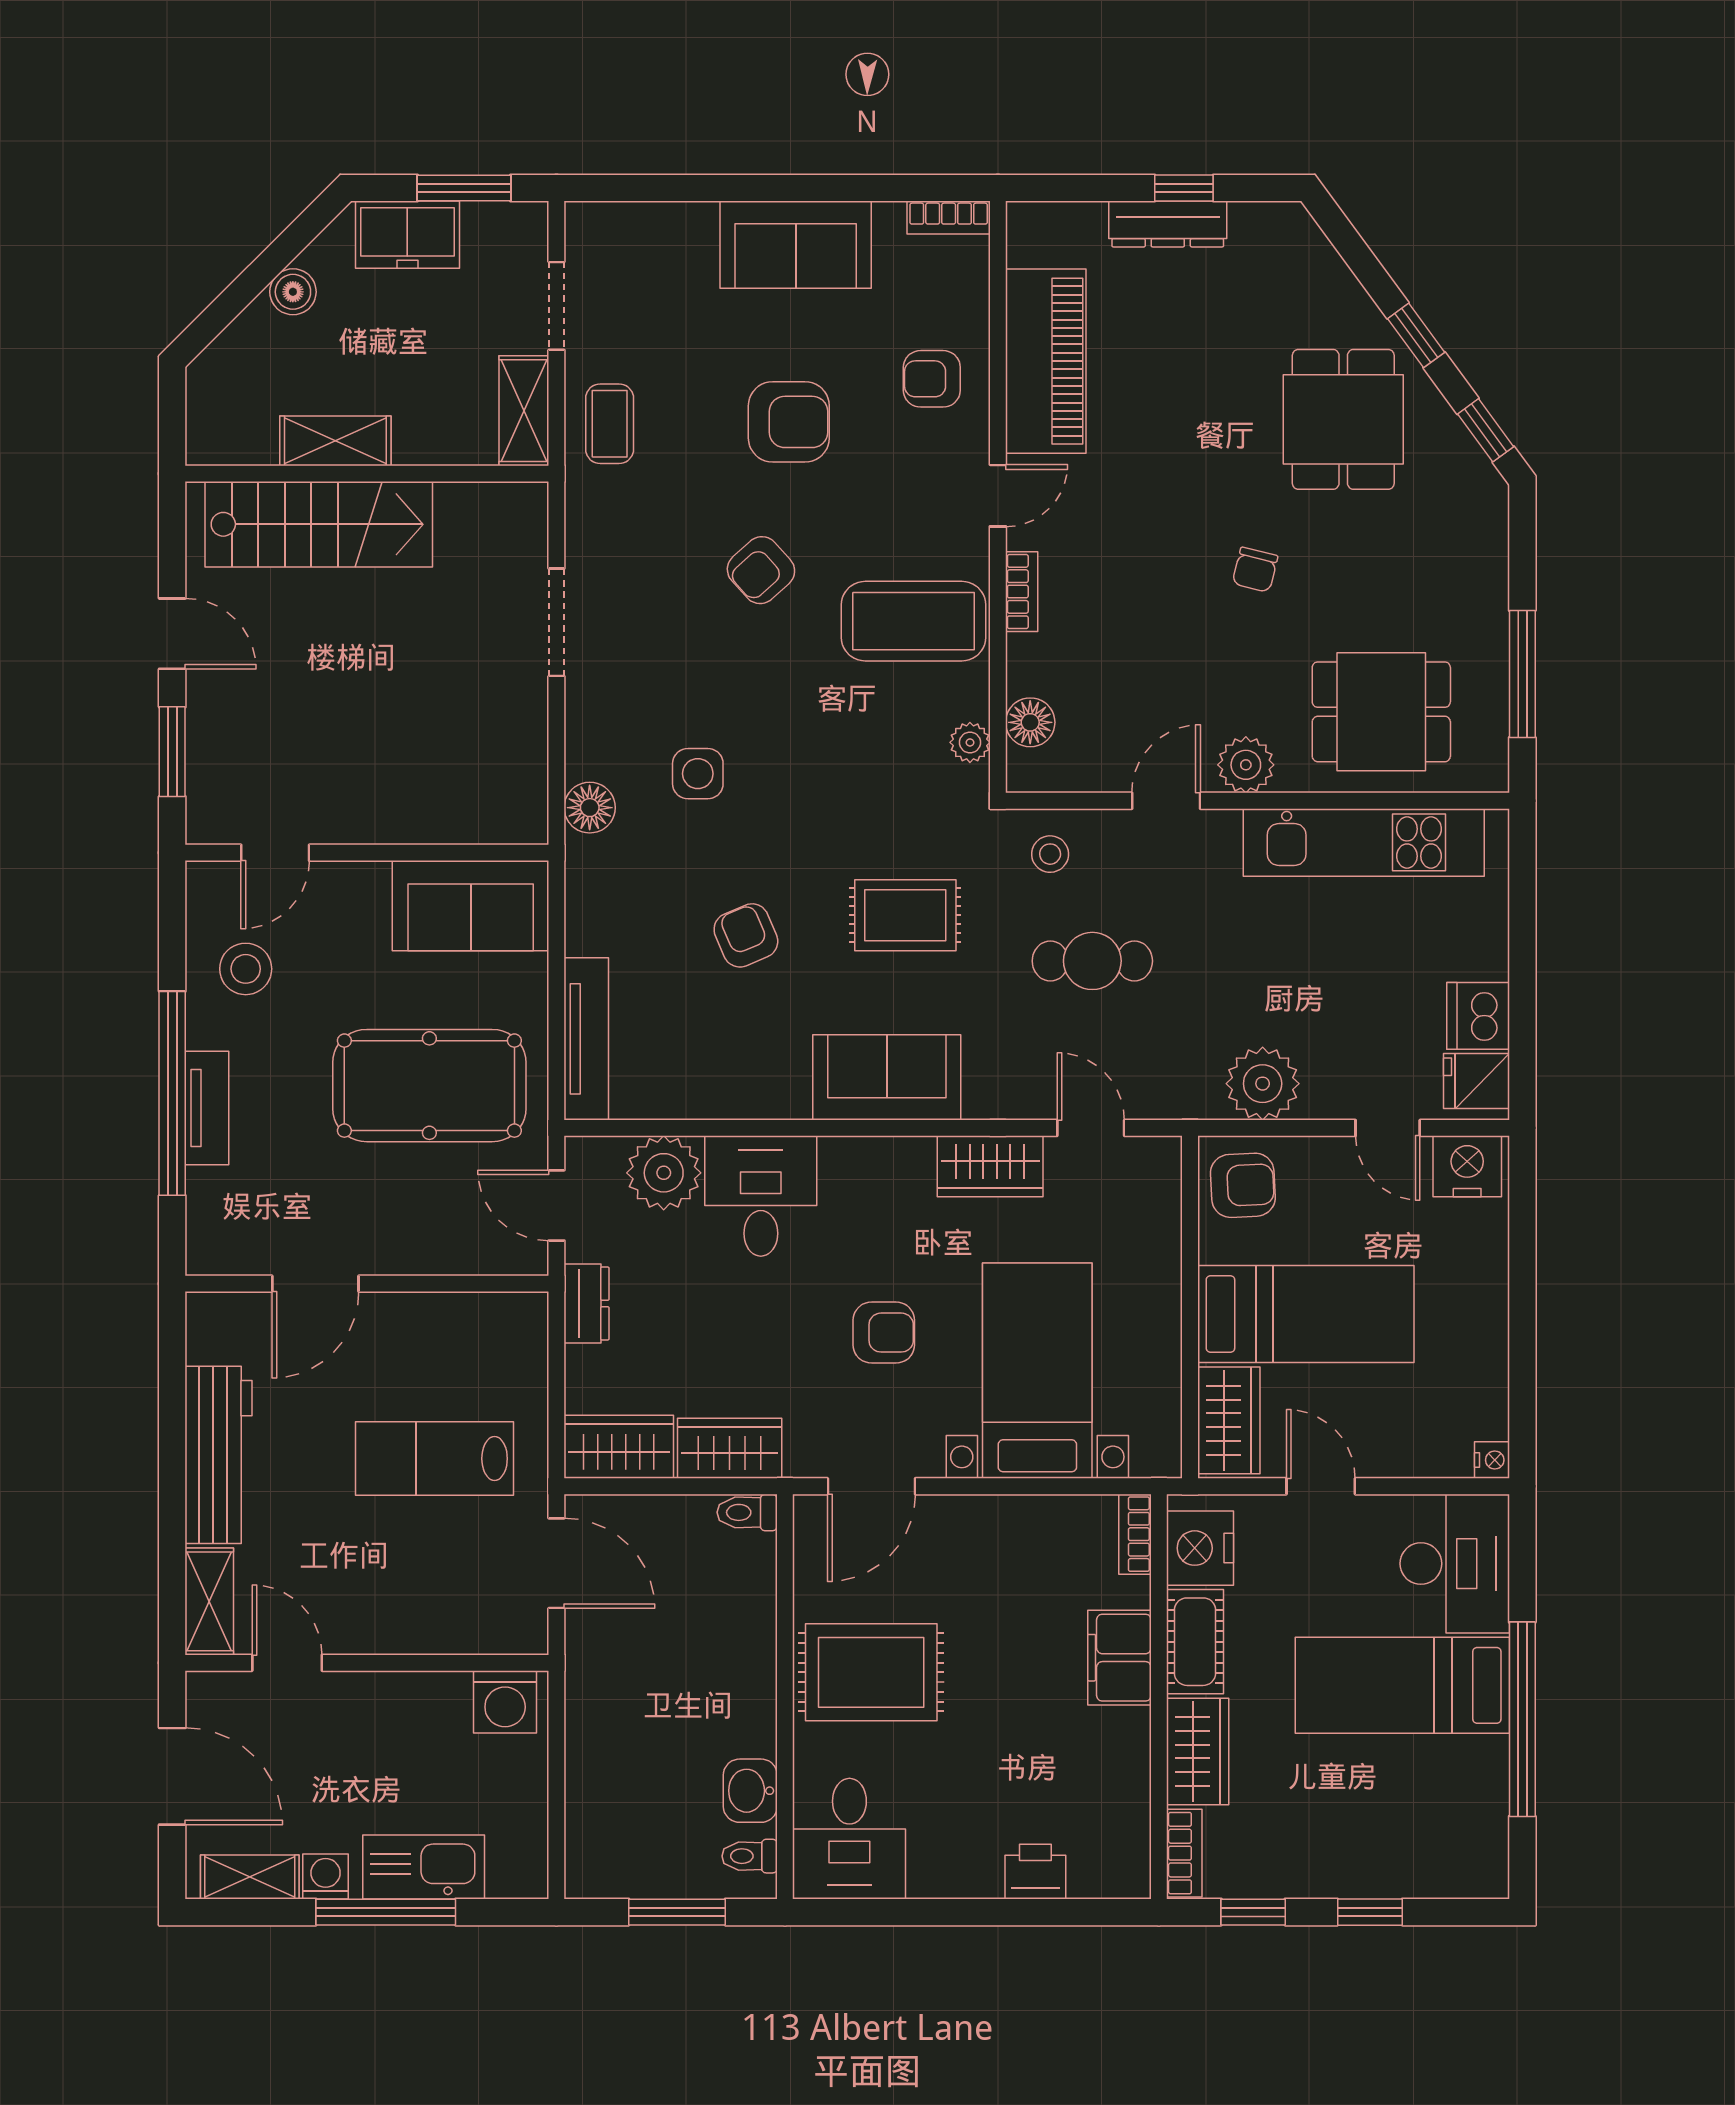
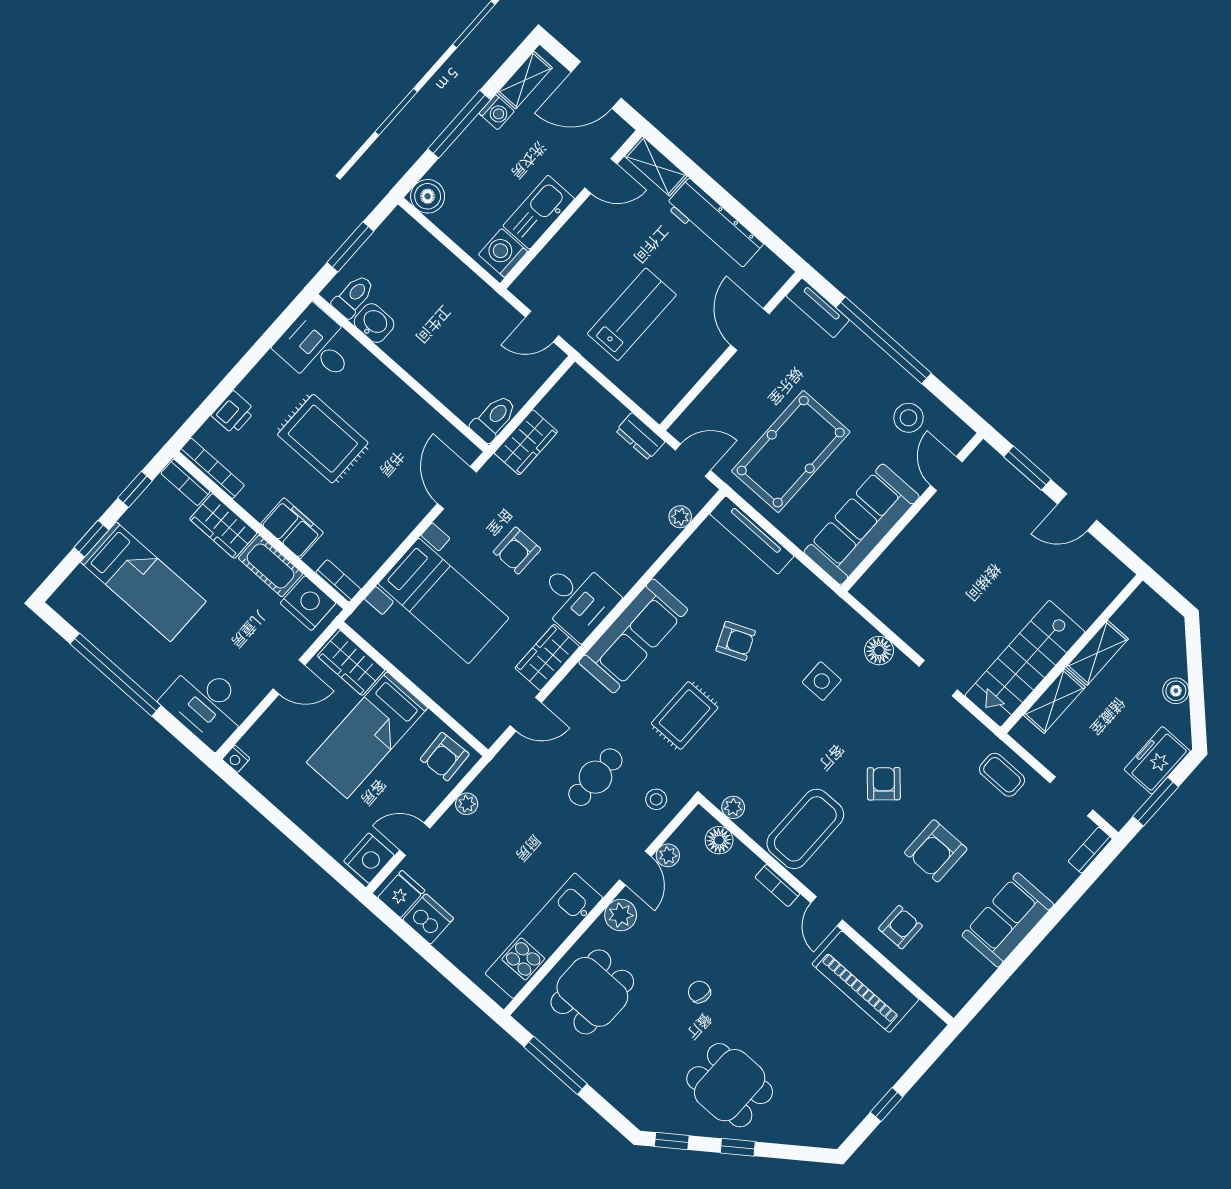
bookcase: (949, 218) -> (1090, 850), moved
dresser: (1168, 224) -> (877, 1084), removed
shelving: (524, 411) -> (1054, 701), moved, turned 90
stairs: (319, 524) -> (1025, 664), moved
doorway: (556, 622) -> (938, 678), width x0.73
plant: (1111, 773) -> (668, 855), added
floor lamp: (590, 808) -> (879, 651), moved
sofa: (471, 906) -> (862, 524), width x1.36
sofa: (887, 1077) -> (633, 636), width x1.36
plant: (1263, 1084) -> (467, 804), width x0.53, depth x0.53
tv unit: (207, 1108) -> (818, 308), moved
plant: (664, 1173) -> (680, 517), width x0.53, depth x0.53
desk: (761, 1196) -> (577, 599), moved
wardrobe: (619, 1447) -> (568, 396), removed
toilet: (747, 1512) -> (494, 418), width x1.37, depth x1.39
door: (556, 1563) -> (542, 326), width x0.73
rug: (871, 1672) -> (323, 439), moved, turned 90
bed: (1402, 1685) -> (143, 582), moved, turned 90
bookcase: (1135, 1835) -> (212, 468), added
toilet: (750, 1856) -> (353, 296), width x1.37, depth x1.39
kitchen sink: (424, 1867) -> (539, 212), moved, turned 180
boiler: (519, 1869) -> (428, 196), added

